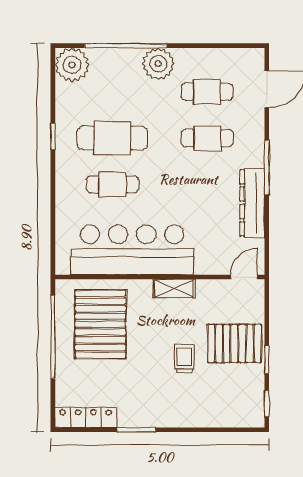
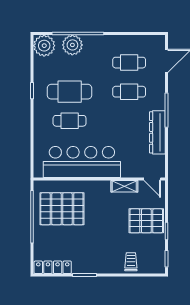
plant: (158, 64) -> (72, 45), moved
door: (244, 277) -> (152, 179), swing flipped
shelving: (174, 289) -> (124, 186), moved
pallet: (100, 324) -> (62, 209), turned 90
trolley: (184, 359) -> (131, 262), moved

